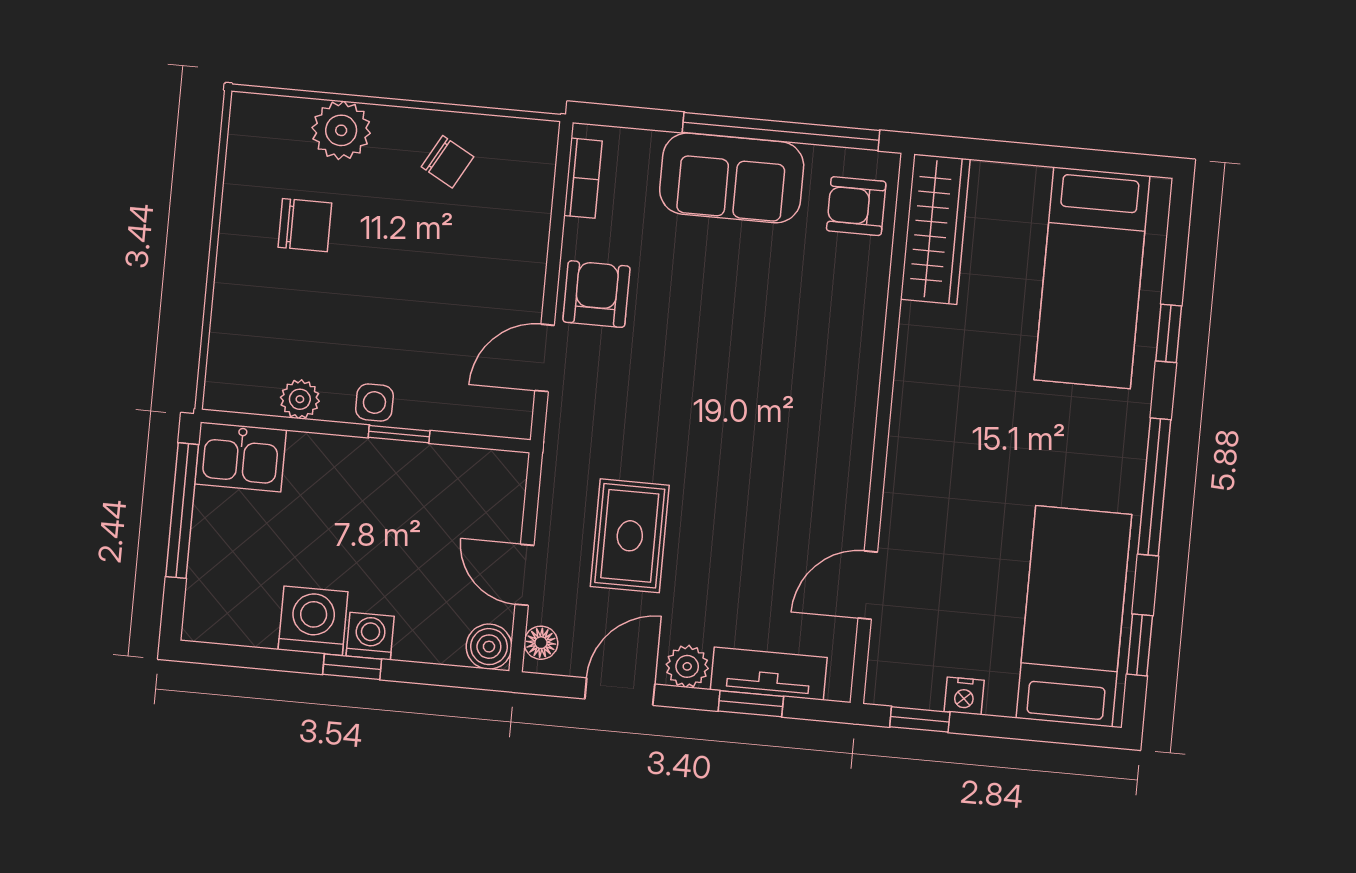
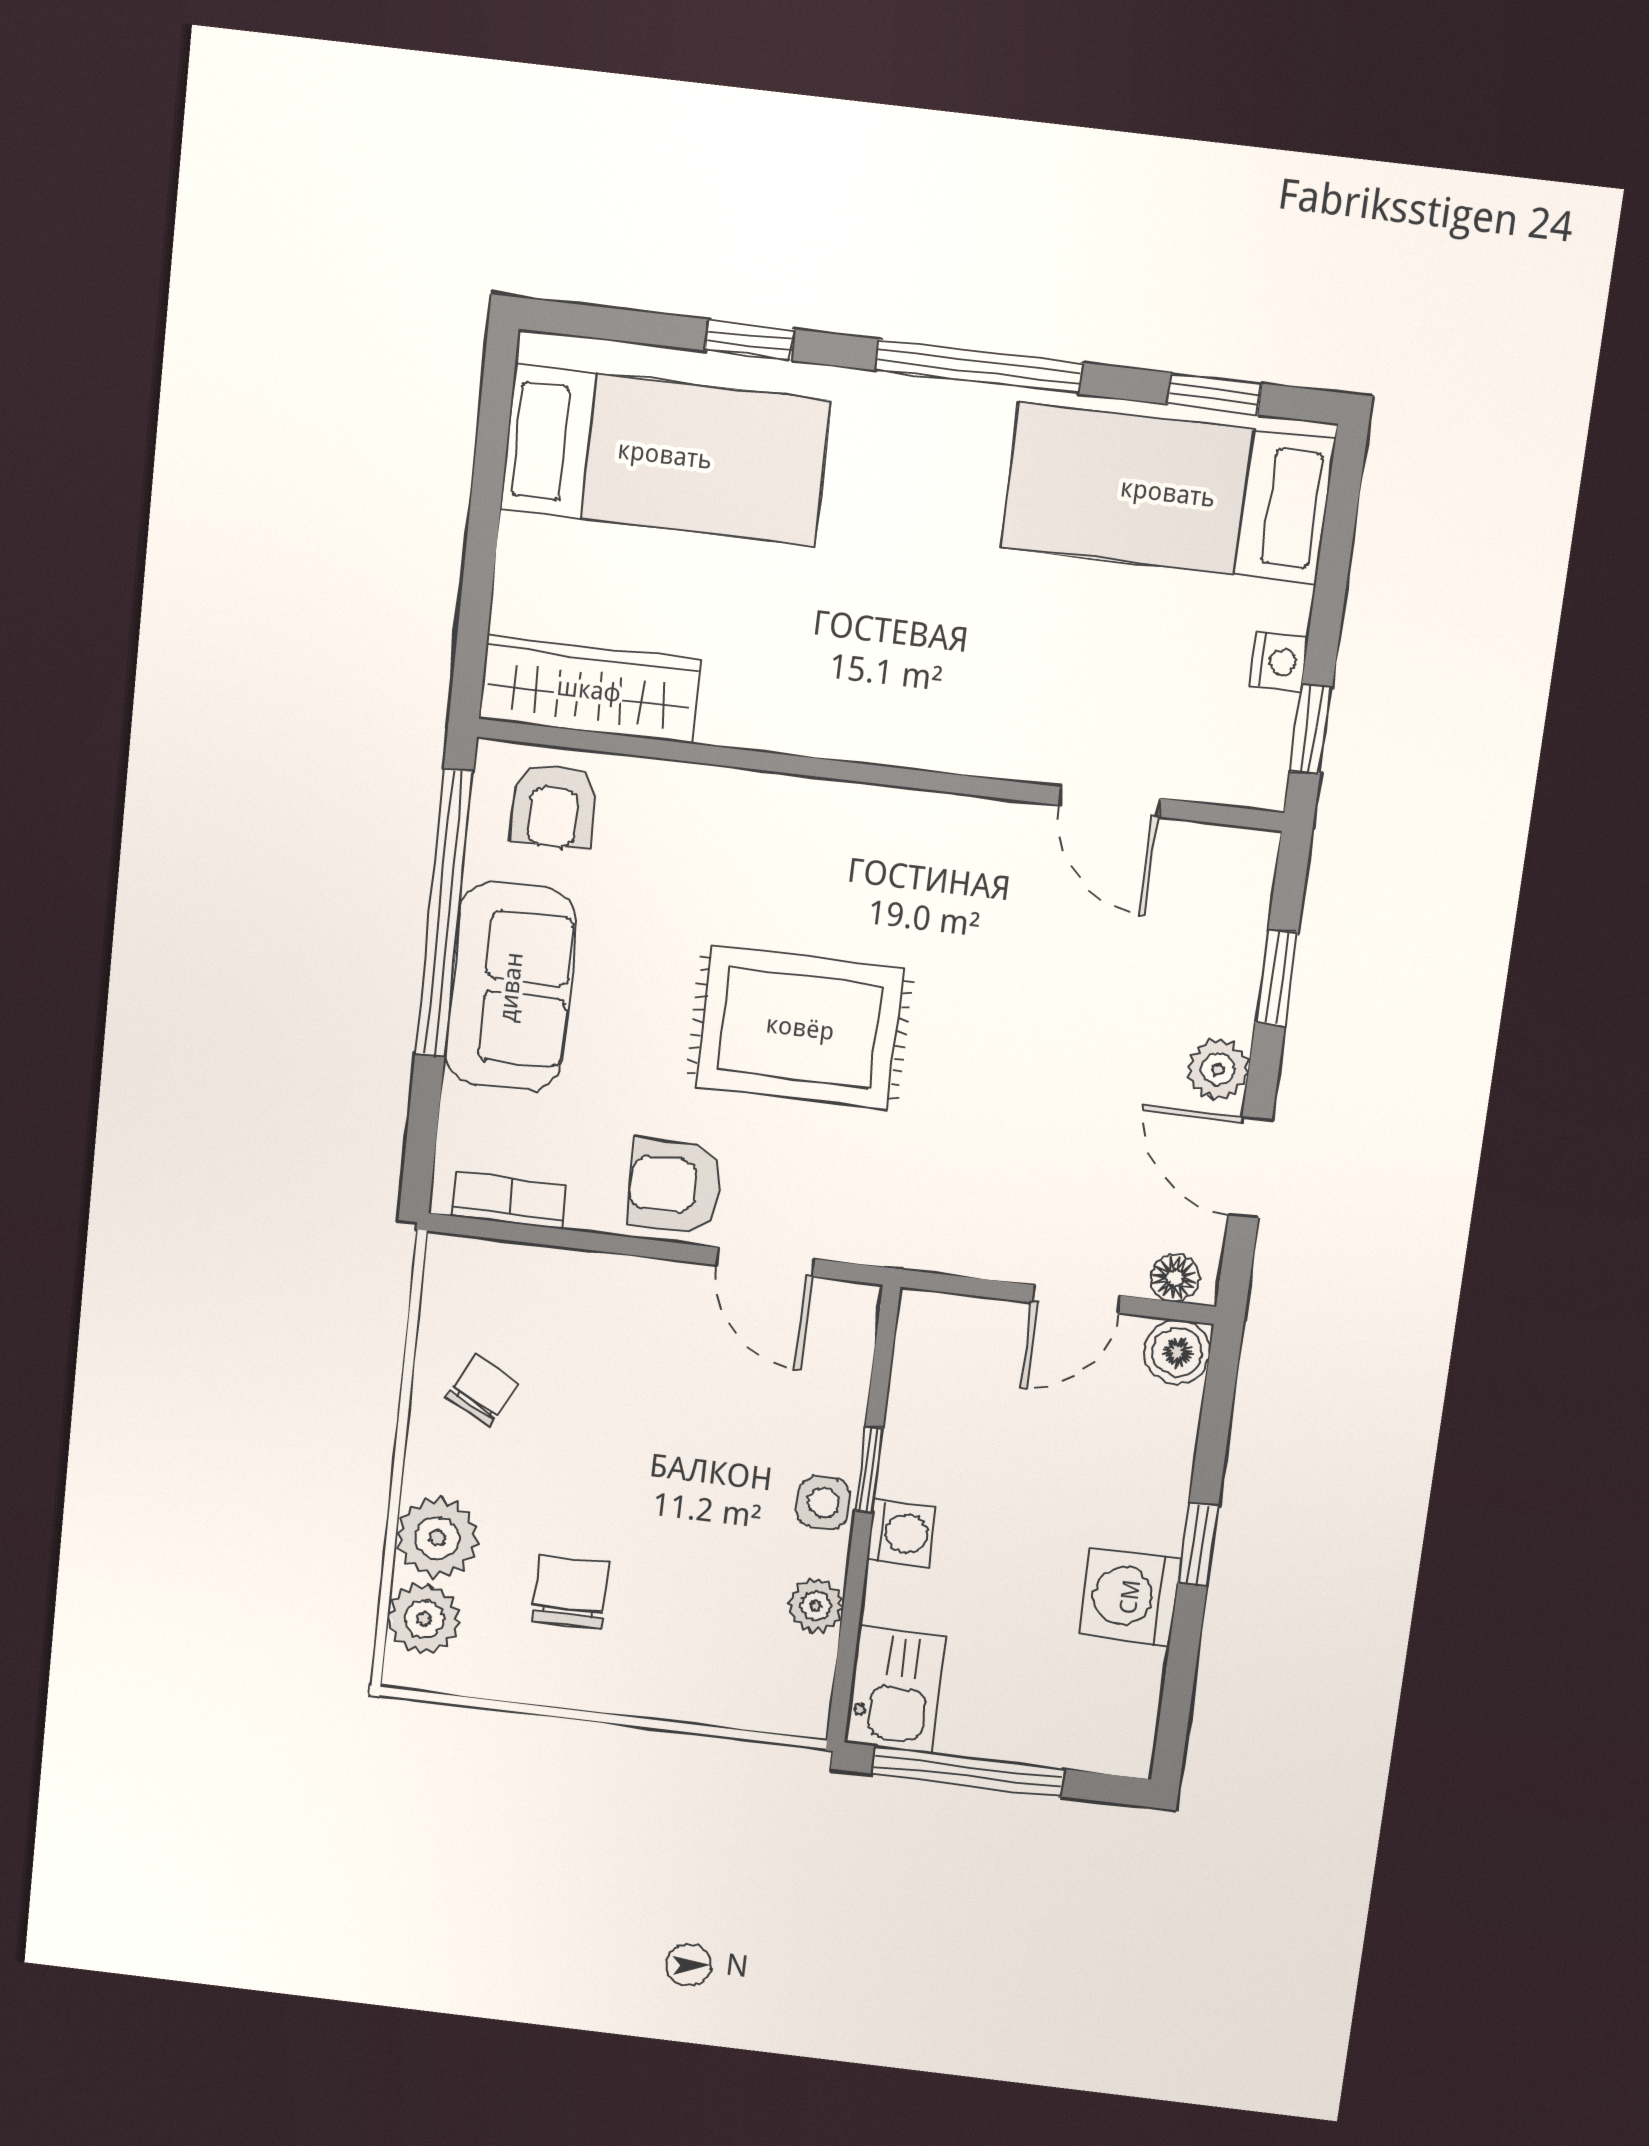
plant: (282, 122) -> (424, 1619), added
rug: (630, 536) -> (800, 1028), moved, width x1.36, depth x1.43
washing machine: (370, 636) -> (902, 1533), moved, turned 180
tv unit: (769, 674) -> (1234, 951), removed

